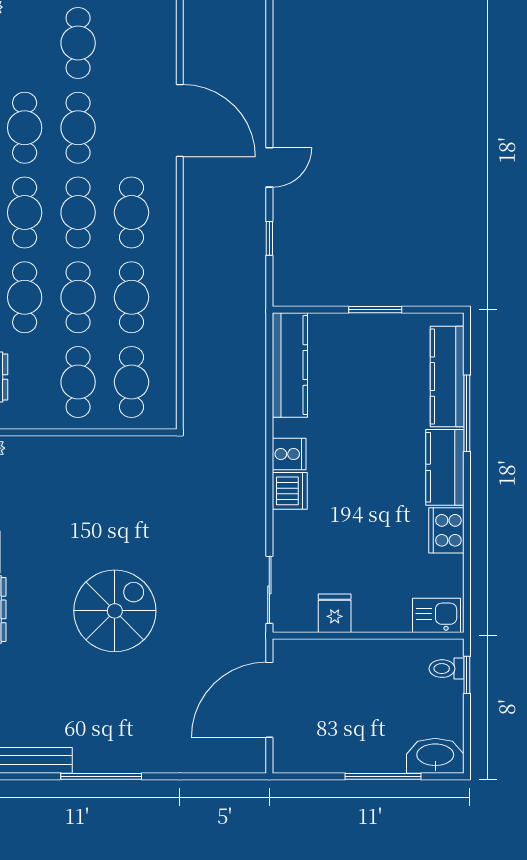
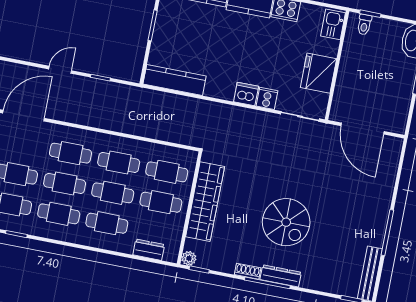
door: (269, 167) -> (60, 70), hinge flipped
cooker: (289, 454) -> (267, 98), moved
wardrobe: (94, 457) -> (205, 202), added
spiral stairs: (115, 611) -> (286, 222), moved, turned 180
fridge: (335, 613) -> (318, 73), width x1.88, depth x1.34

